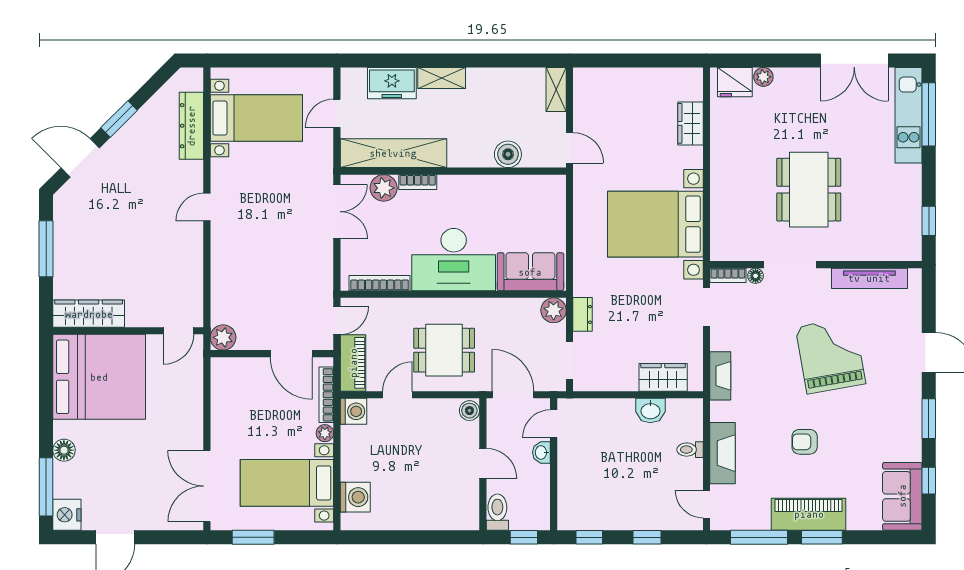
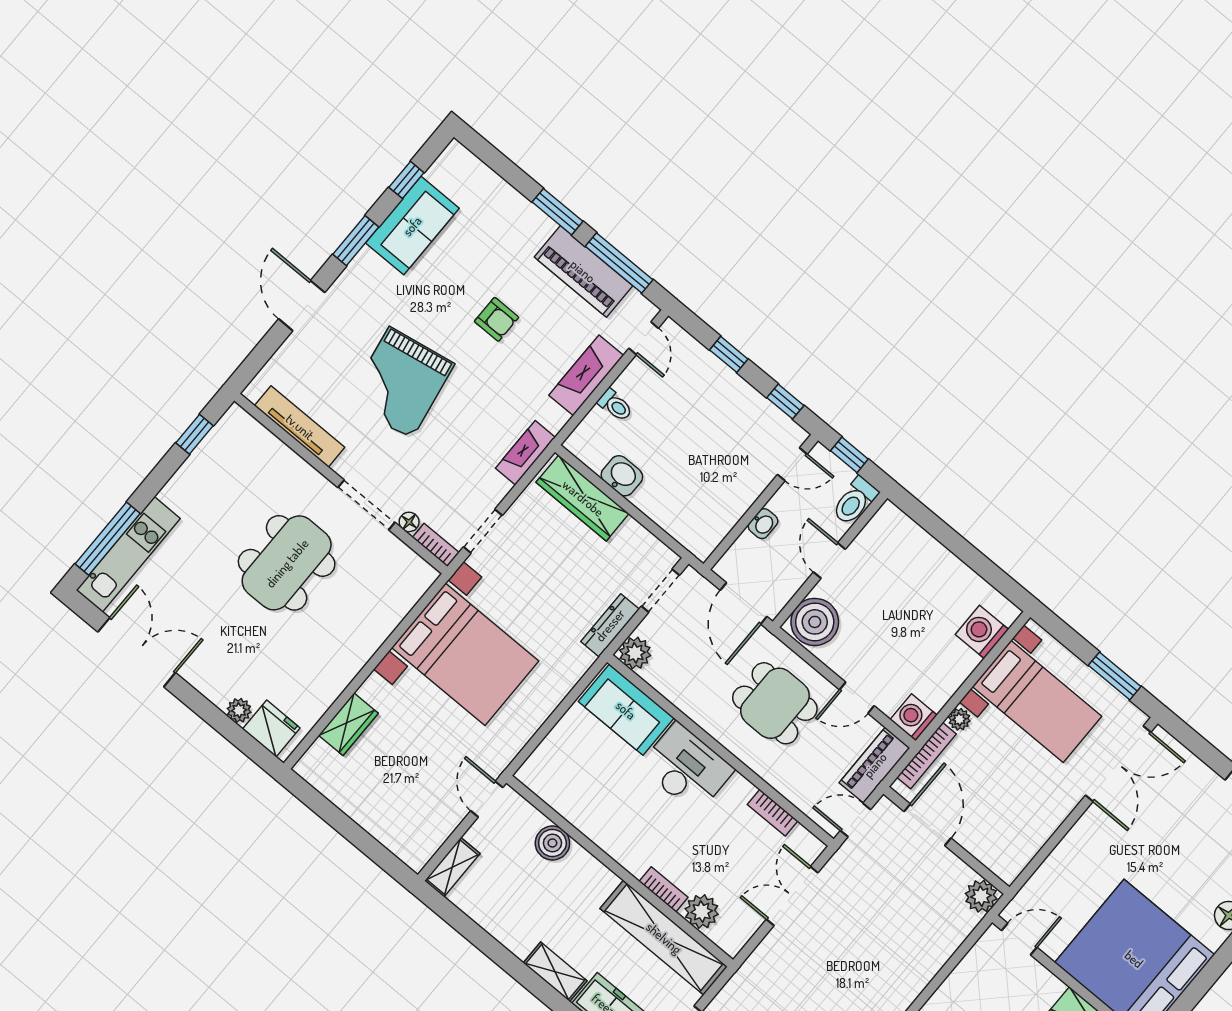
double door: (337, 212) -> (792, 896), moved
desk: (454, 260) -> (687, 768), width x0.73, depth x0.77
bookcase: (380, 283) -> (773, 813), width x0.64
dresser: (583, 314) -> (610, 625), width x1.44
wardrobe: (663, 377) -> (583, 498), width x1.50
boiler: (469, 411) -> (815, 622), width x1.86, depth x1.86
door: (554, 424) -> (792, 464), moved
sofa: (902, 496) -> (412, 226), moved
piano: (809, 514) -> (583, 271), moved

